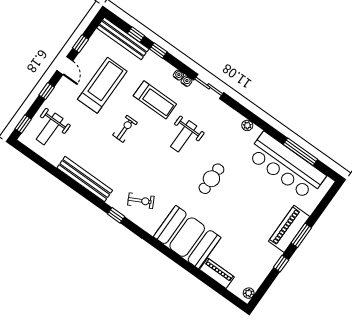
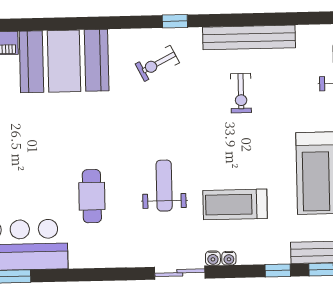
plant: (247, 125) -> (94, 260), removed
exercise bike: (125, 129) -> (241, 93), moved
cafe table: (211, 179) -> (92, 196), moved

